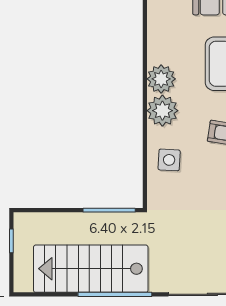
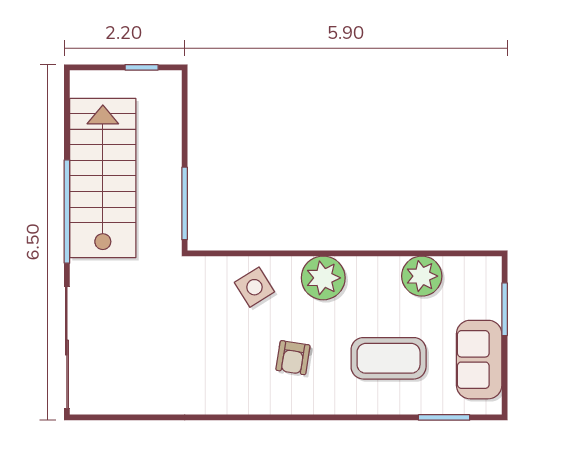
plant: (161, 79) -> (422, 276), moved
side table: (169, 160) -> (254, 287), turned -35

